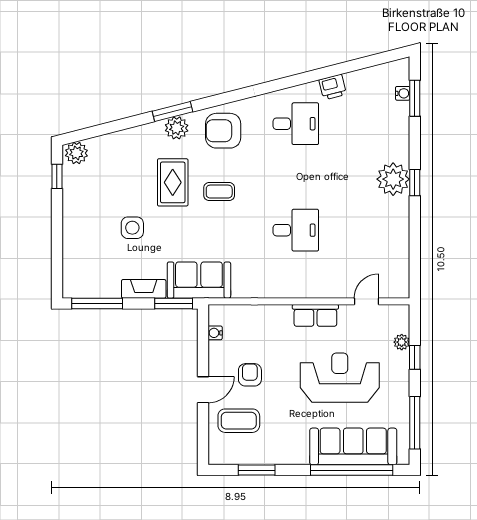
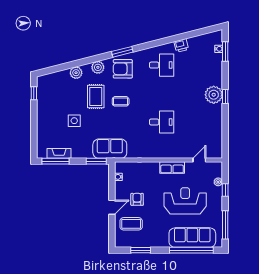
window: (173, 112) -> (122, 52), moved
plant: (76, 153) -> (76, 73), moved
fireplace: (144, 289) -> (59, 153), moved

